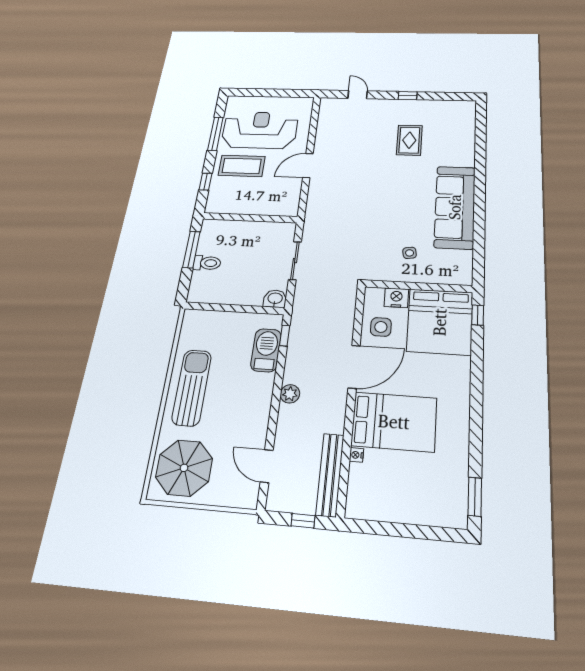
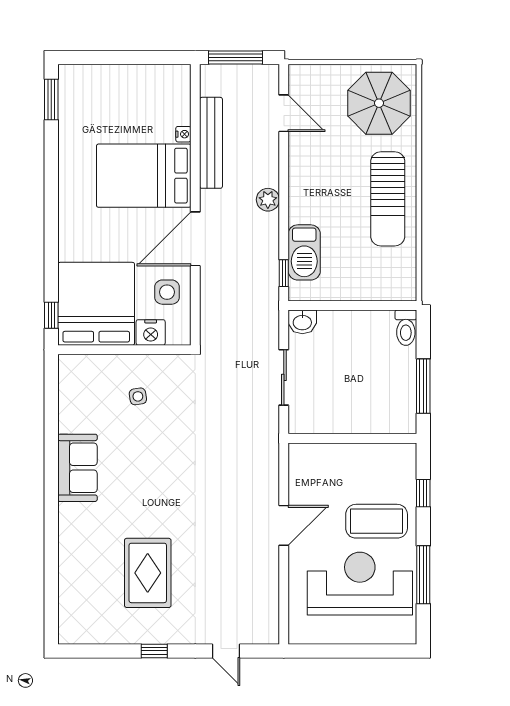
reception desk: (260, 130) -> (360, 584), turned 180
rug: (409, 140) -> (148, 573), width x1.36, depth x1.43
sofa: (455, 207) -> (78, 468), width x0.54, depth x0.79
toilet: (207, 263) -> (406, 328), moved, turned -90
bench: (330, 475) -> (211, 143), moved
window: (303, 521) -> (236, 58), width x2.17

